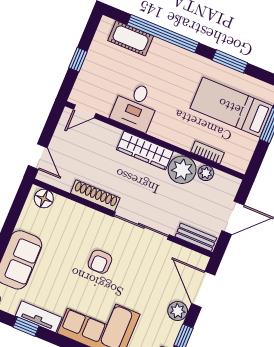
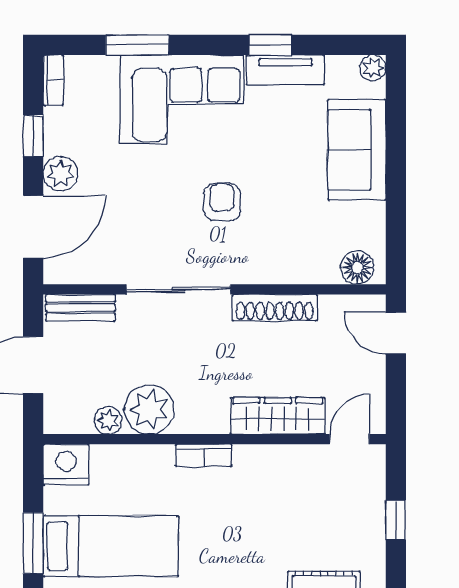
desk: (135, 106) -> (270, 482), removed
wardrobe: (145, 150) -> (278, 416), moved
bookcase: (207, 152) -> (204, 455), moved
nightstand: (237, 159) -> (66, 465), added
door: (203, 289) -> (33, 227), hinge flipped
window: (26, 327) -> (270, 45), moved

